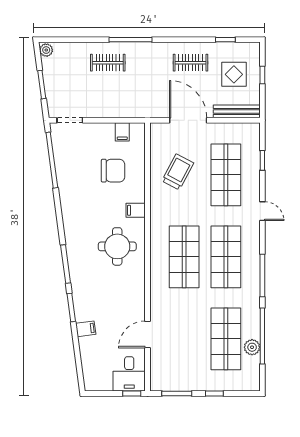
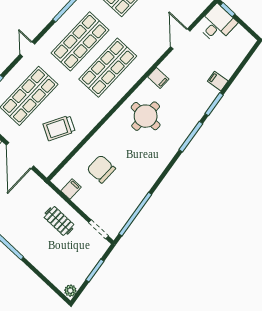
clothes rail: (108, 63) -> (59, 221), moved
filing cabinet: (136, 210) -> (158, 78), moved
door: (148, 334) -> (180, 39), swing flipped

